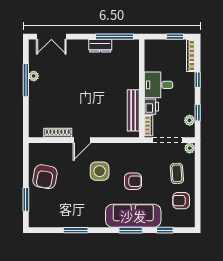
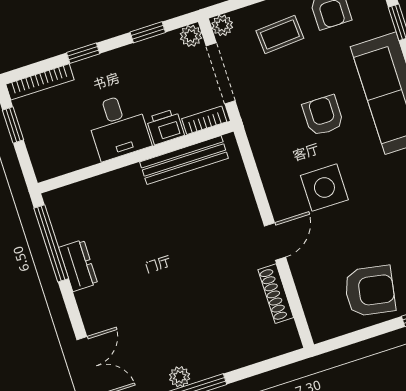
plant: (190, 120) -> (191, 36), moved
door: (82, 140) -> (275, 242), hinge flipped

